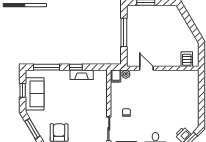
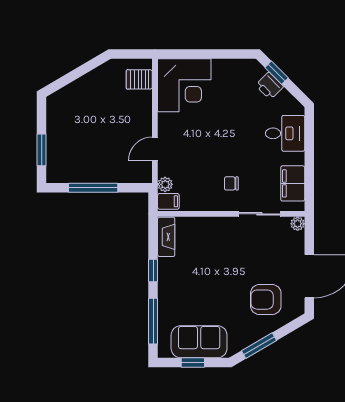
fireplace: (82, 75) -> (166, 237), moved
corner desk: (183, 85) -> (184, 85), added

